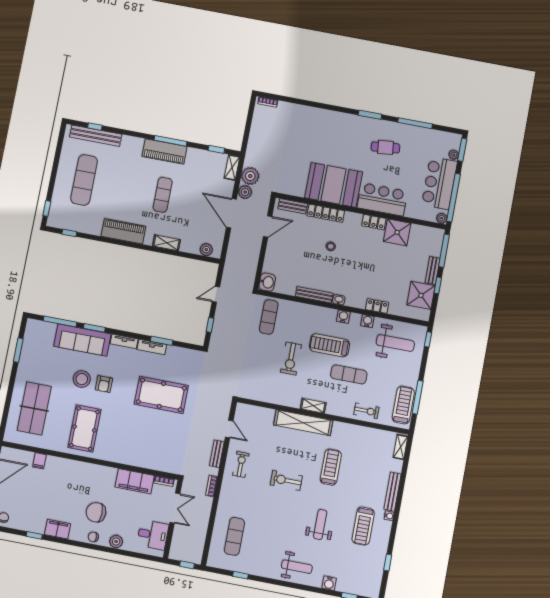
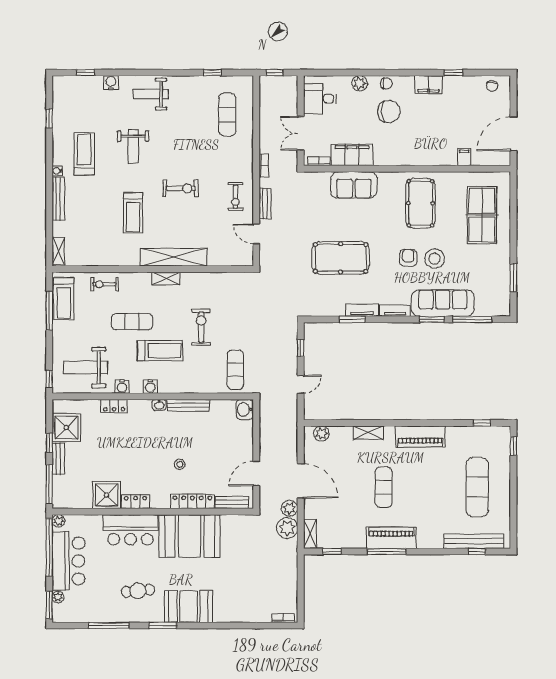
booth: (345, 126) -> (188, 606), added
sofa: (138, 455) -> (354, 185), added

